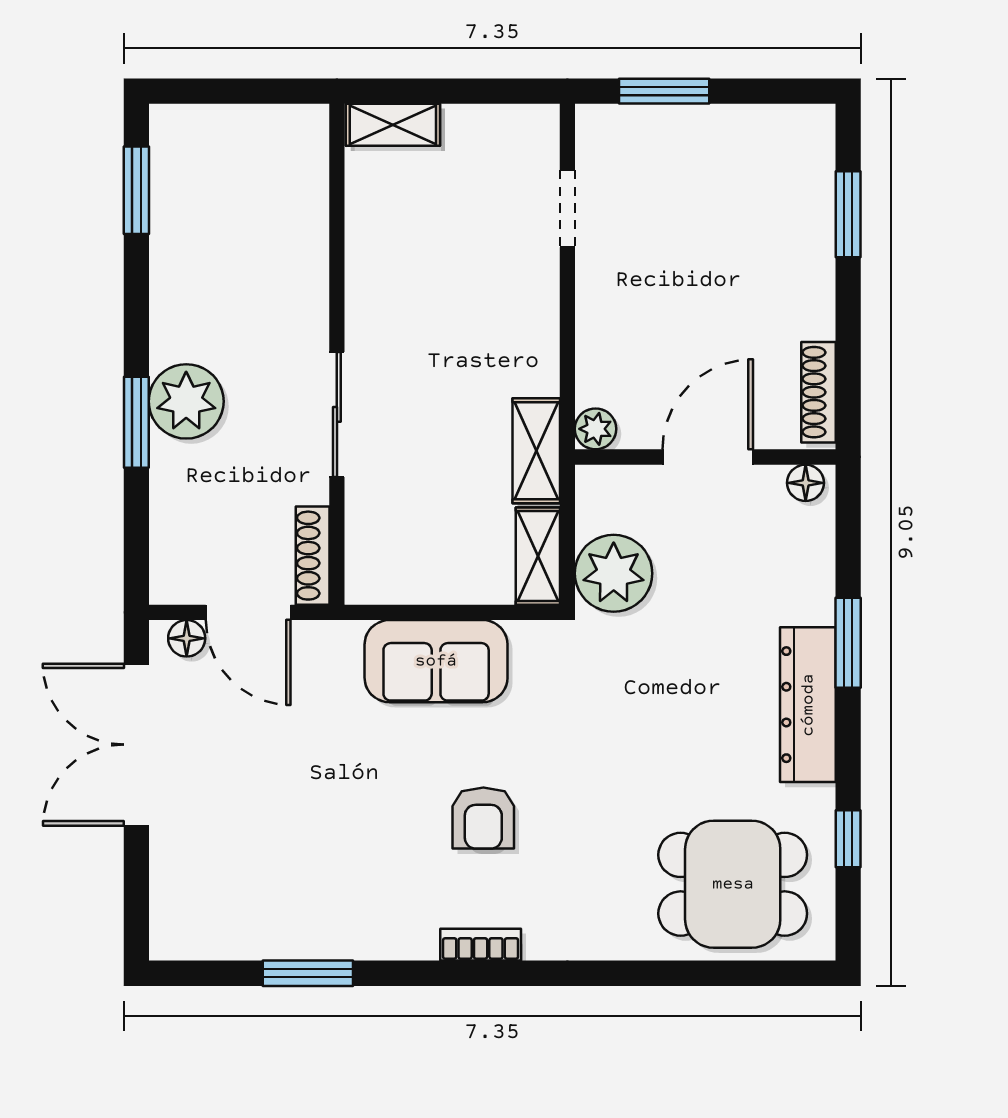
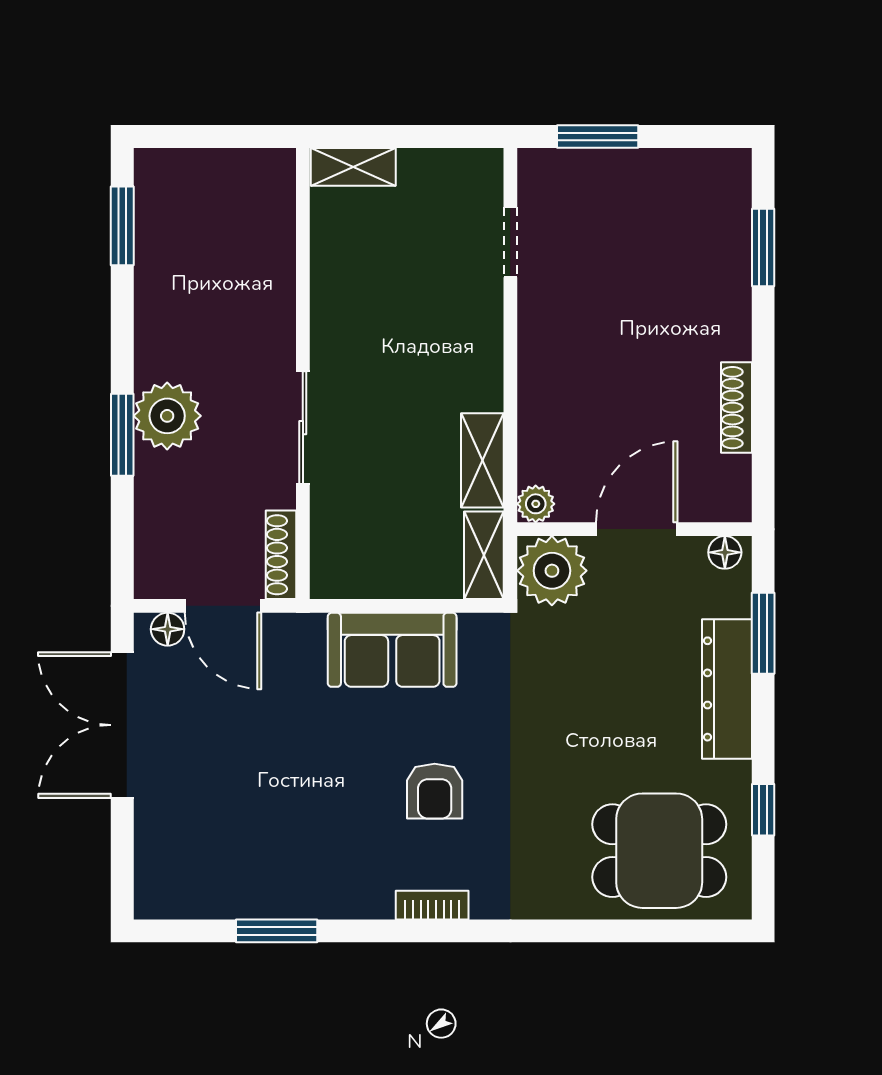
plant: (596, 429) -> (536, 504), moved
wall: (705, 457) -> (635, 529), moved
door: (708, 457) -> (637, 529), moved
floor lamp: (806, 483) -> (725, 552), moved

